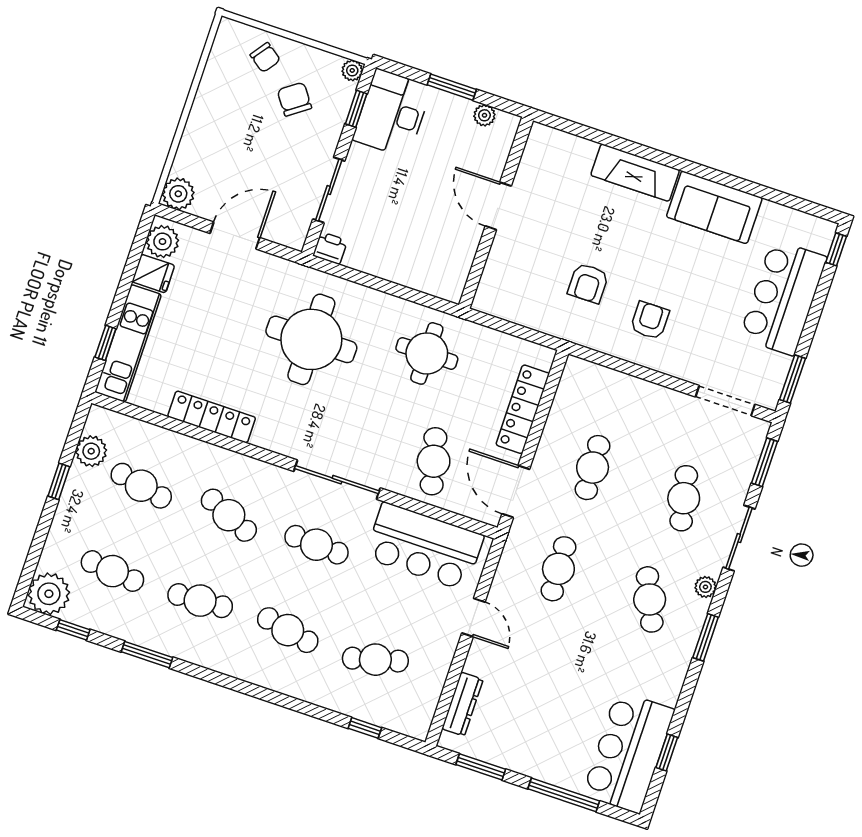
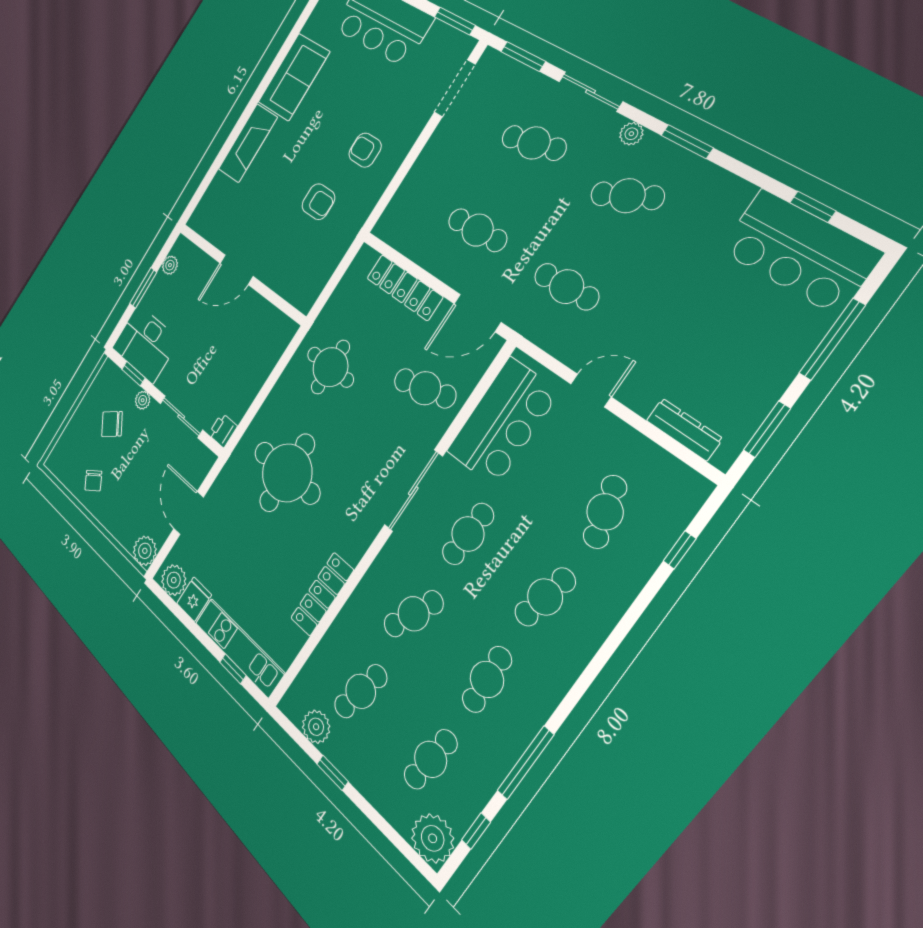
chair: (265, 57) -> (93, 481), moved, turned 111
plant: (352, 70) -> (143, 400), moved
window: (147, 655) -> (525, 763), width x1.44

